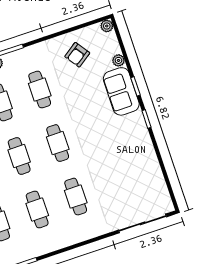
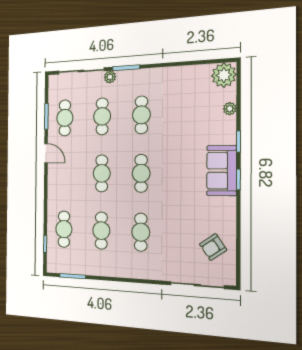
plant: (107, 26) -> (224, 75), width x1.87, depth x1.87
armchair: (77, 55) -> (213, 247), moved
sofa: (121, 91) -> (222, 171), moved

